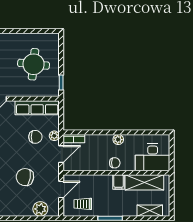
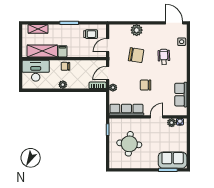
chair: (35, 137) -> (146, 85), moved
plant: (40, 209) -> (137, 30), moved

